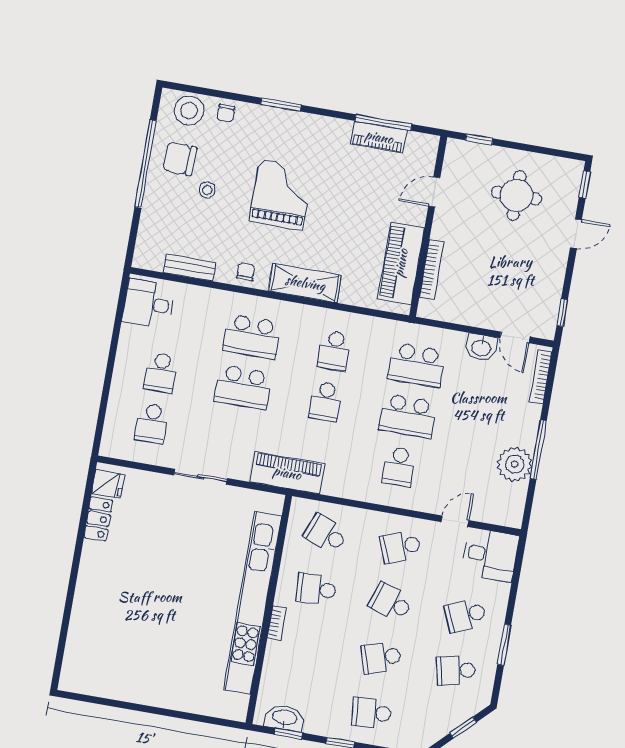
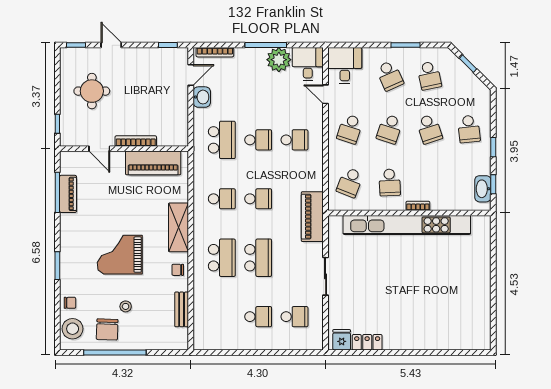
bookcase: (432, 269) -> (136, 141), moved
desk: (149, 304) -> (308, 64), moved, turned 180
school desk: (408, 416) -> (258, 140), width x0.54
school desk: (400, 547) -> (350, 129), turned 39

